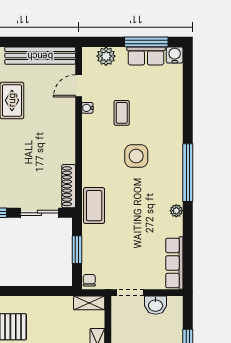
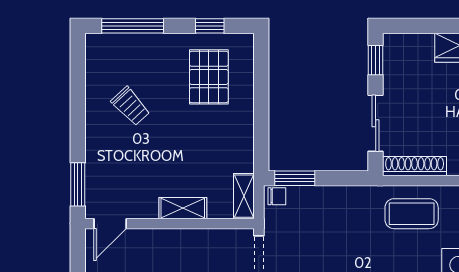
coffee table: (94, 206) -> (412, 214), moved
window: (77, 250) -> (295, 178), moved

